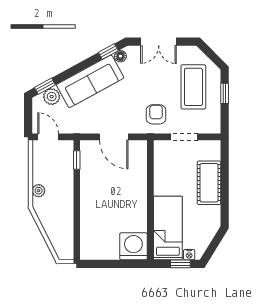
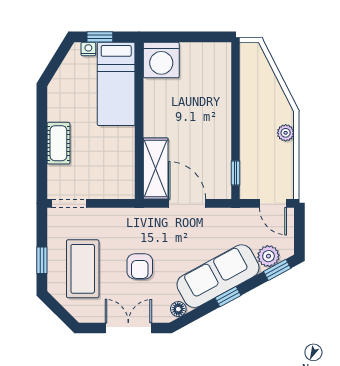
window: (108, 52) -> (228, 297), moved
armchair: (156, 114) -> (140, 266), moved
doorway: (184, 137) -> (69, 203), moved
shelving: (138, 163) -> (156, 168), added
cot: (209, 183) -> (58, 143), width x0.73, depth x0.75

